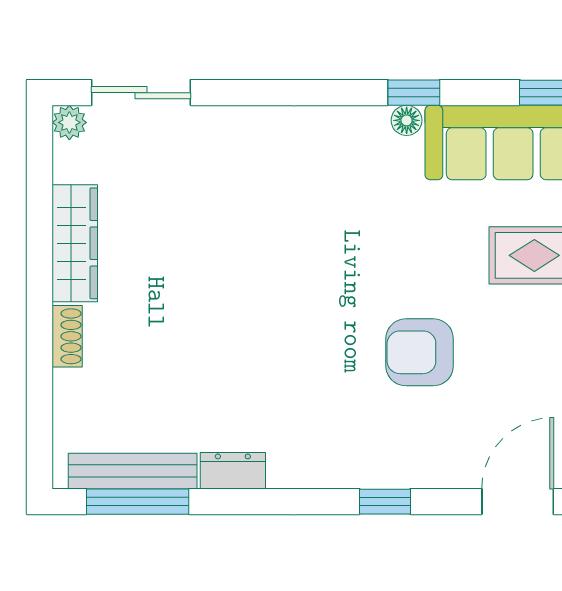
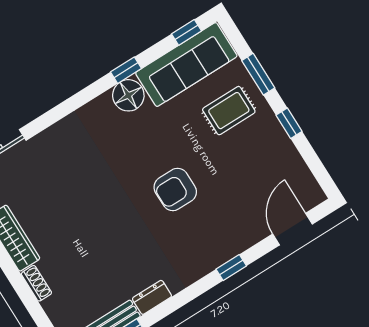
floor lamp: (407, 120) -> (128, 95), width x1.89, depth x1.89
armchair: (420, 352) -> (175, 189), moved

